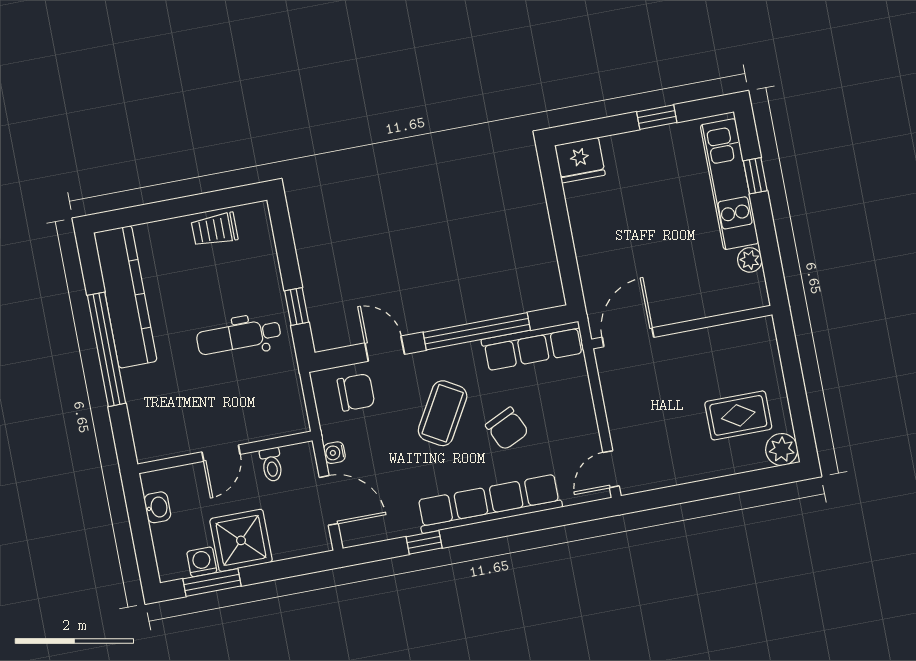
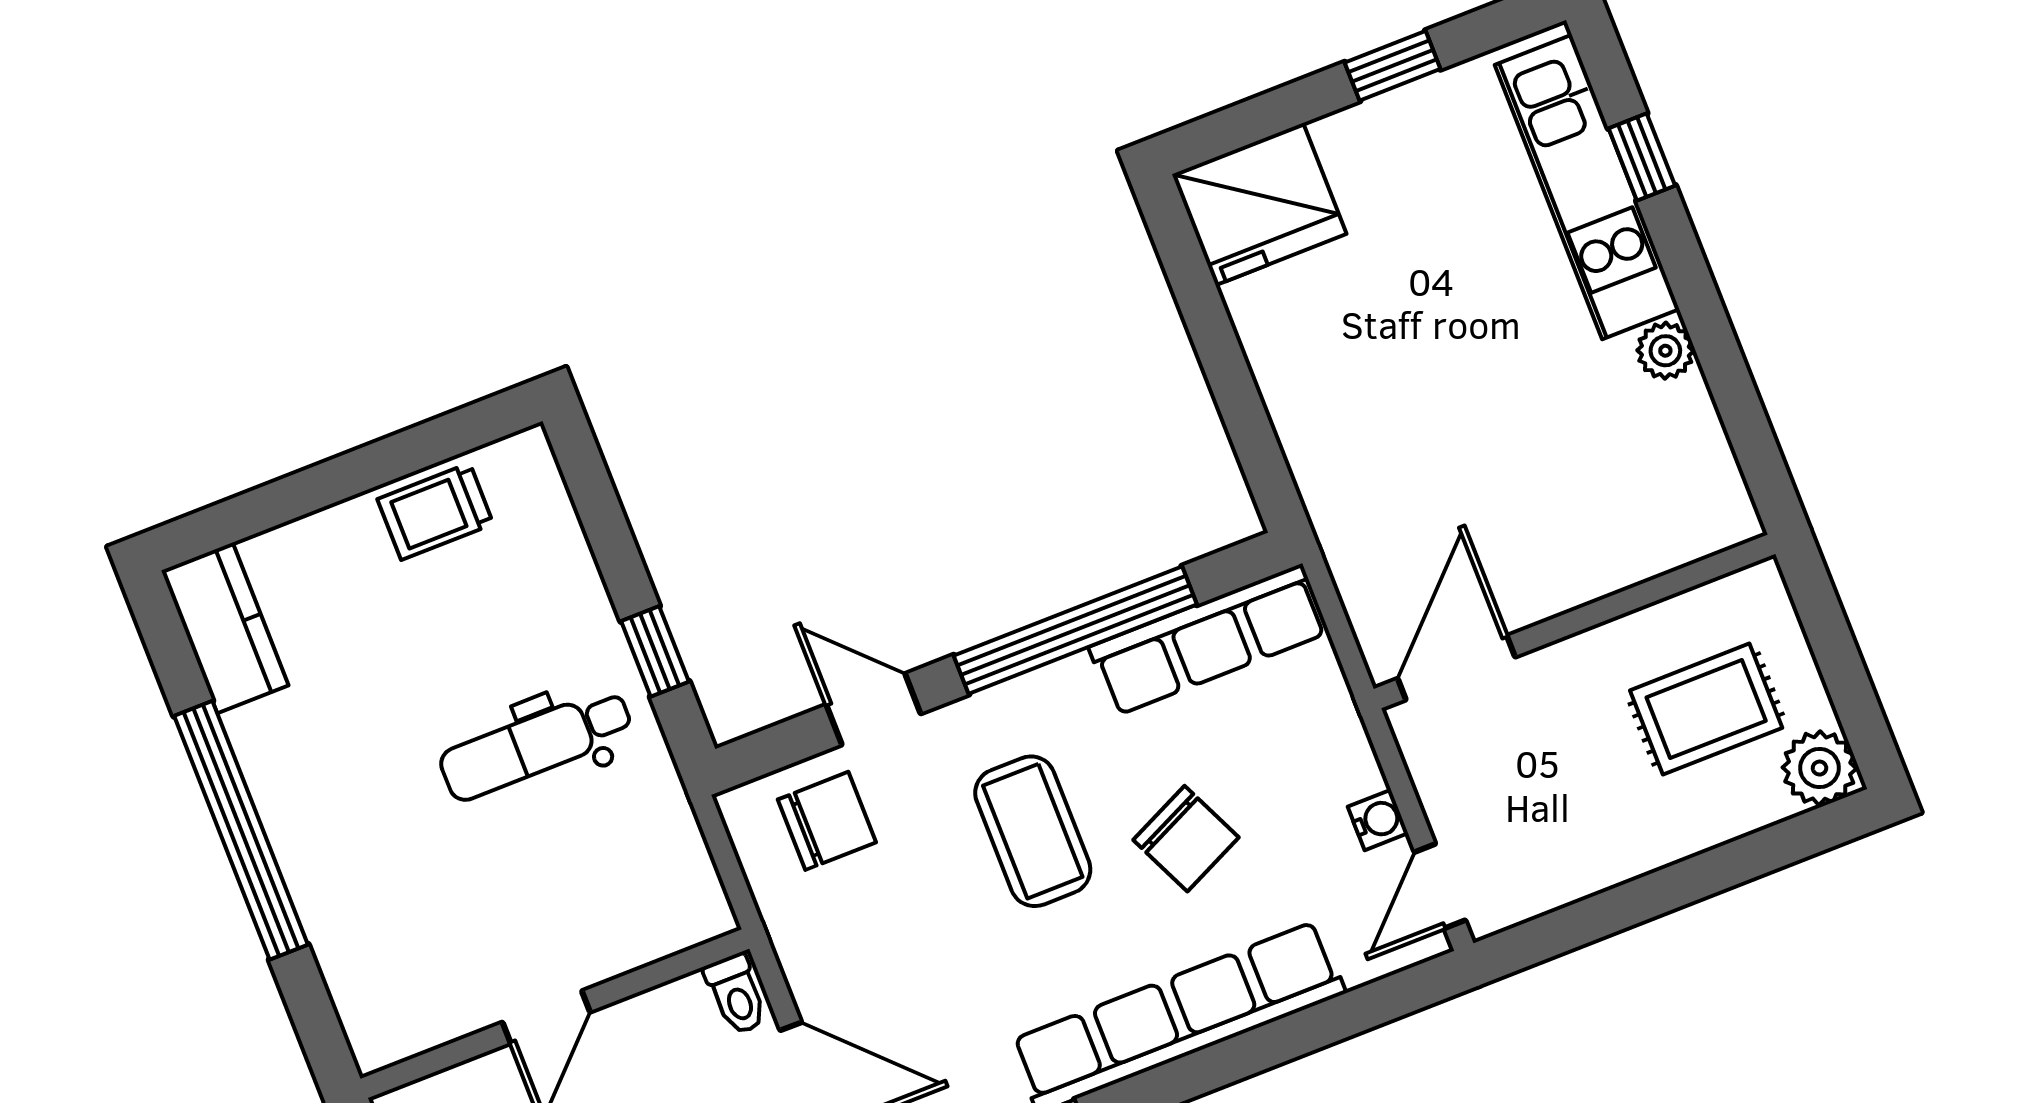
fridge: (580, 160) -> (1259, 204), width x1.36, depth x1.34
kitchen counter: (125, 297) -> (225, 628), width x0.48, depth x0.86
wall: (682, 327) -> (1574, 621), moved
door: (628, 337) -> (1456, 668), moved
coffee table: (443, 413) -> (1033, 831), turned -30
water cooler: (334, 453) -> (1378, 820), moved, turned 180
toilet: (272, 465) -> (736, 994), moved

